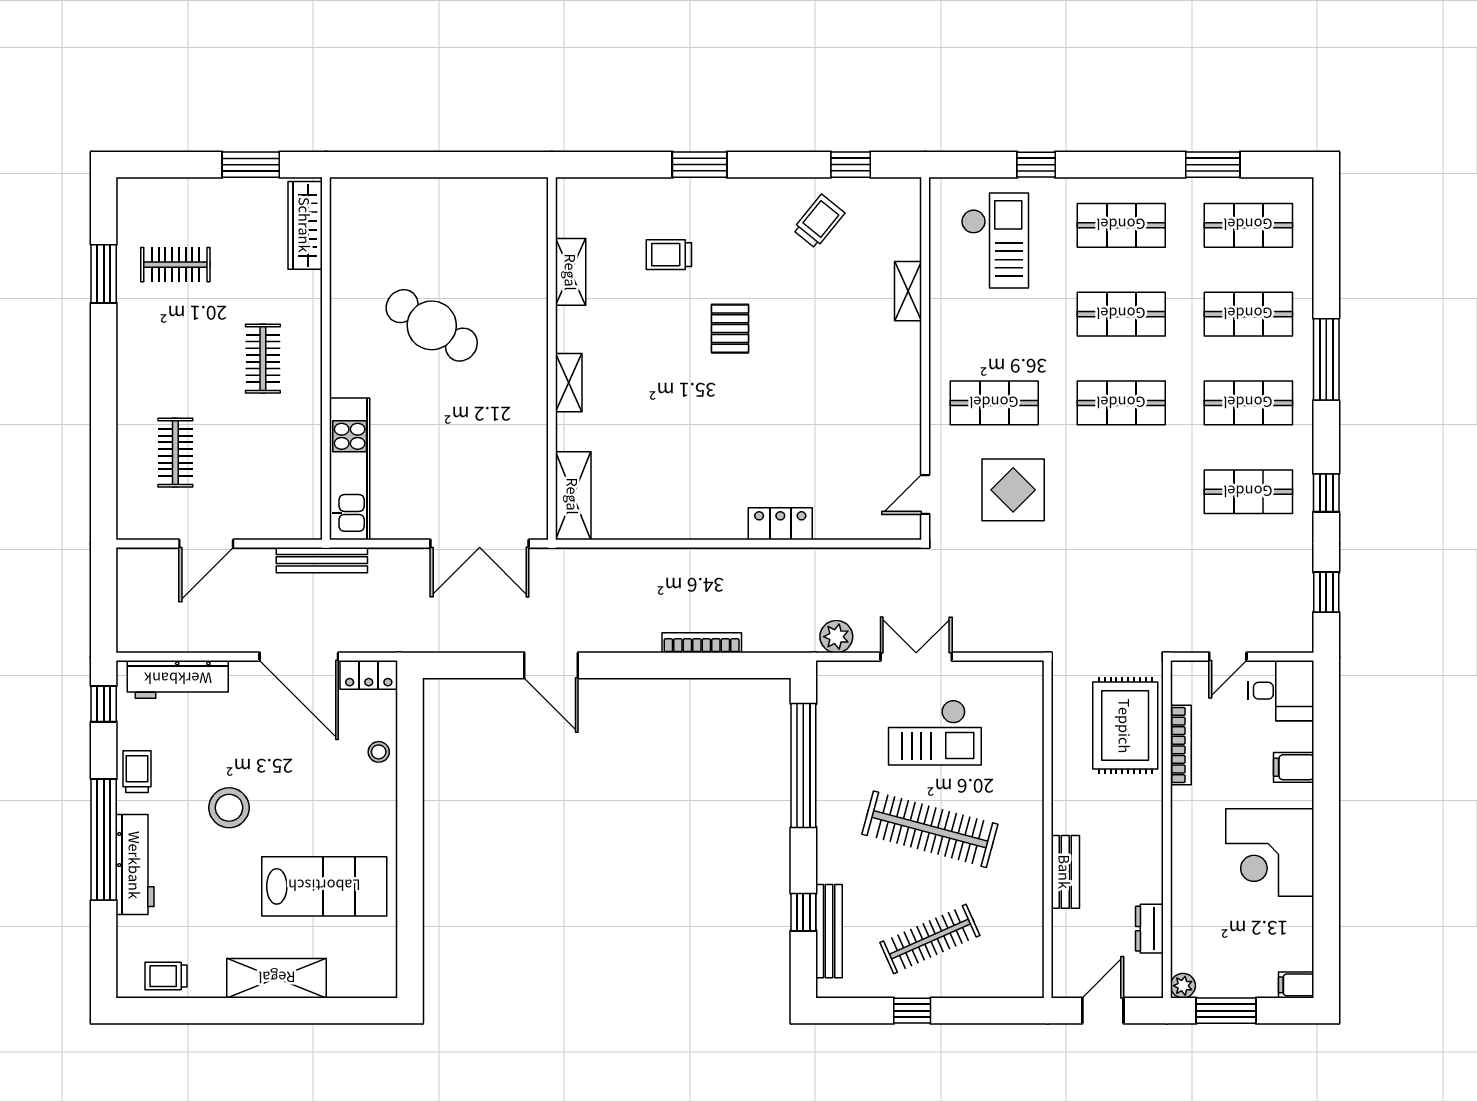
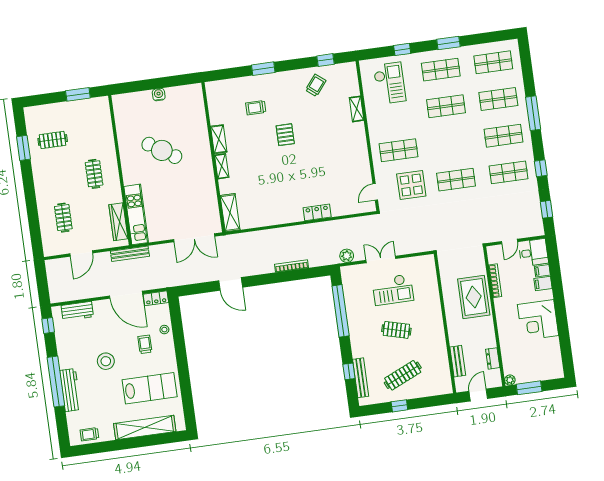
window: (1213, 165) -> (448, 43), moved
water cooler: (443, 192) -> (159, 95), added
wardrobe: (305, 225) -> (118, 222), moved
shelving: (571, 272) -> (219, 139), moved
shop shelf: (1121, 403) -> (456, 180), moved
workbench: (178, 679) -> (77, 311), width x0.73
rug: (1125, 726) -> (474, 297), moved
trolley: (137, 772) -> (145, 344), moved
clothes rail: (930, 829) -> (396, 330), width x0.54, depth x0.76
bench: (1065, 872) -> (458, 361), moved
shelving: (277, 978) -> (145, 428), width x1.47
filing cabinet: (1296, 985) -> (542, 271), moved

